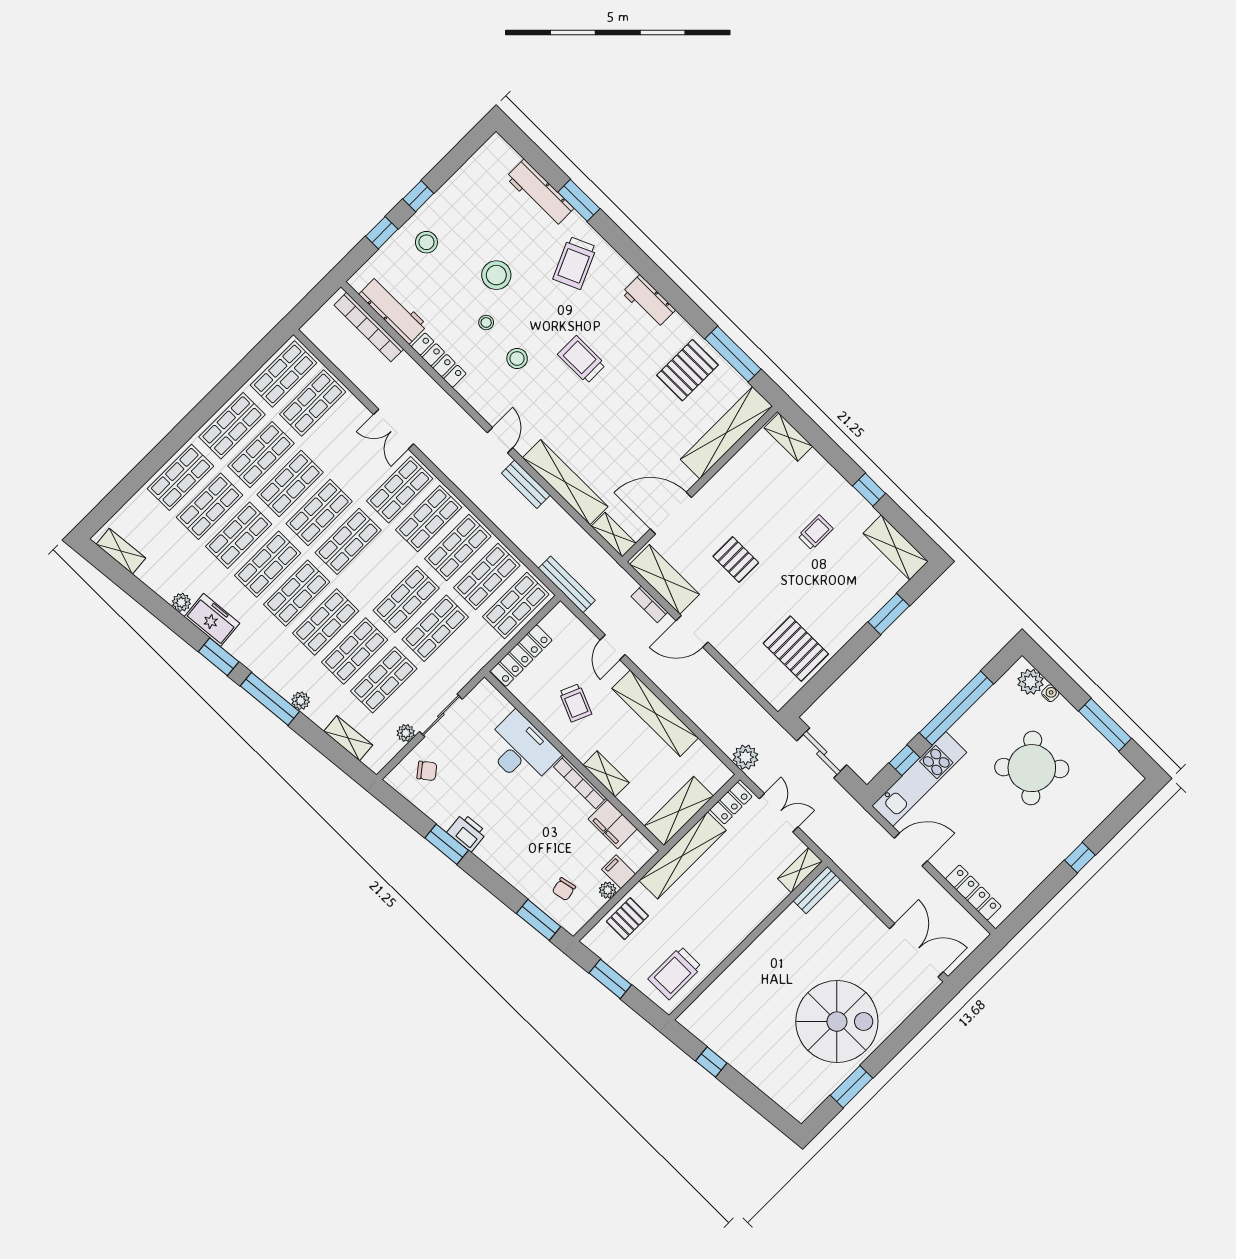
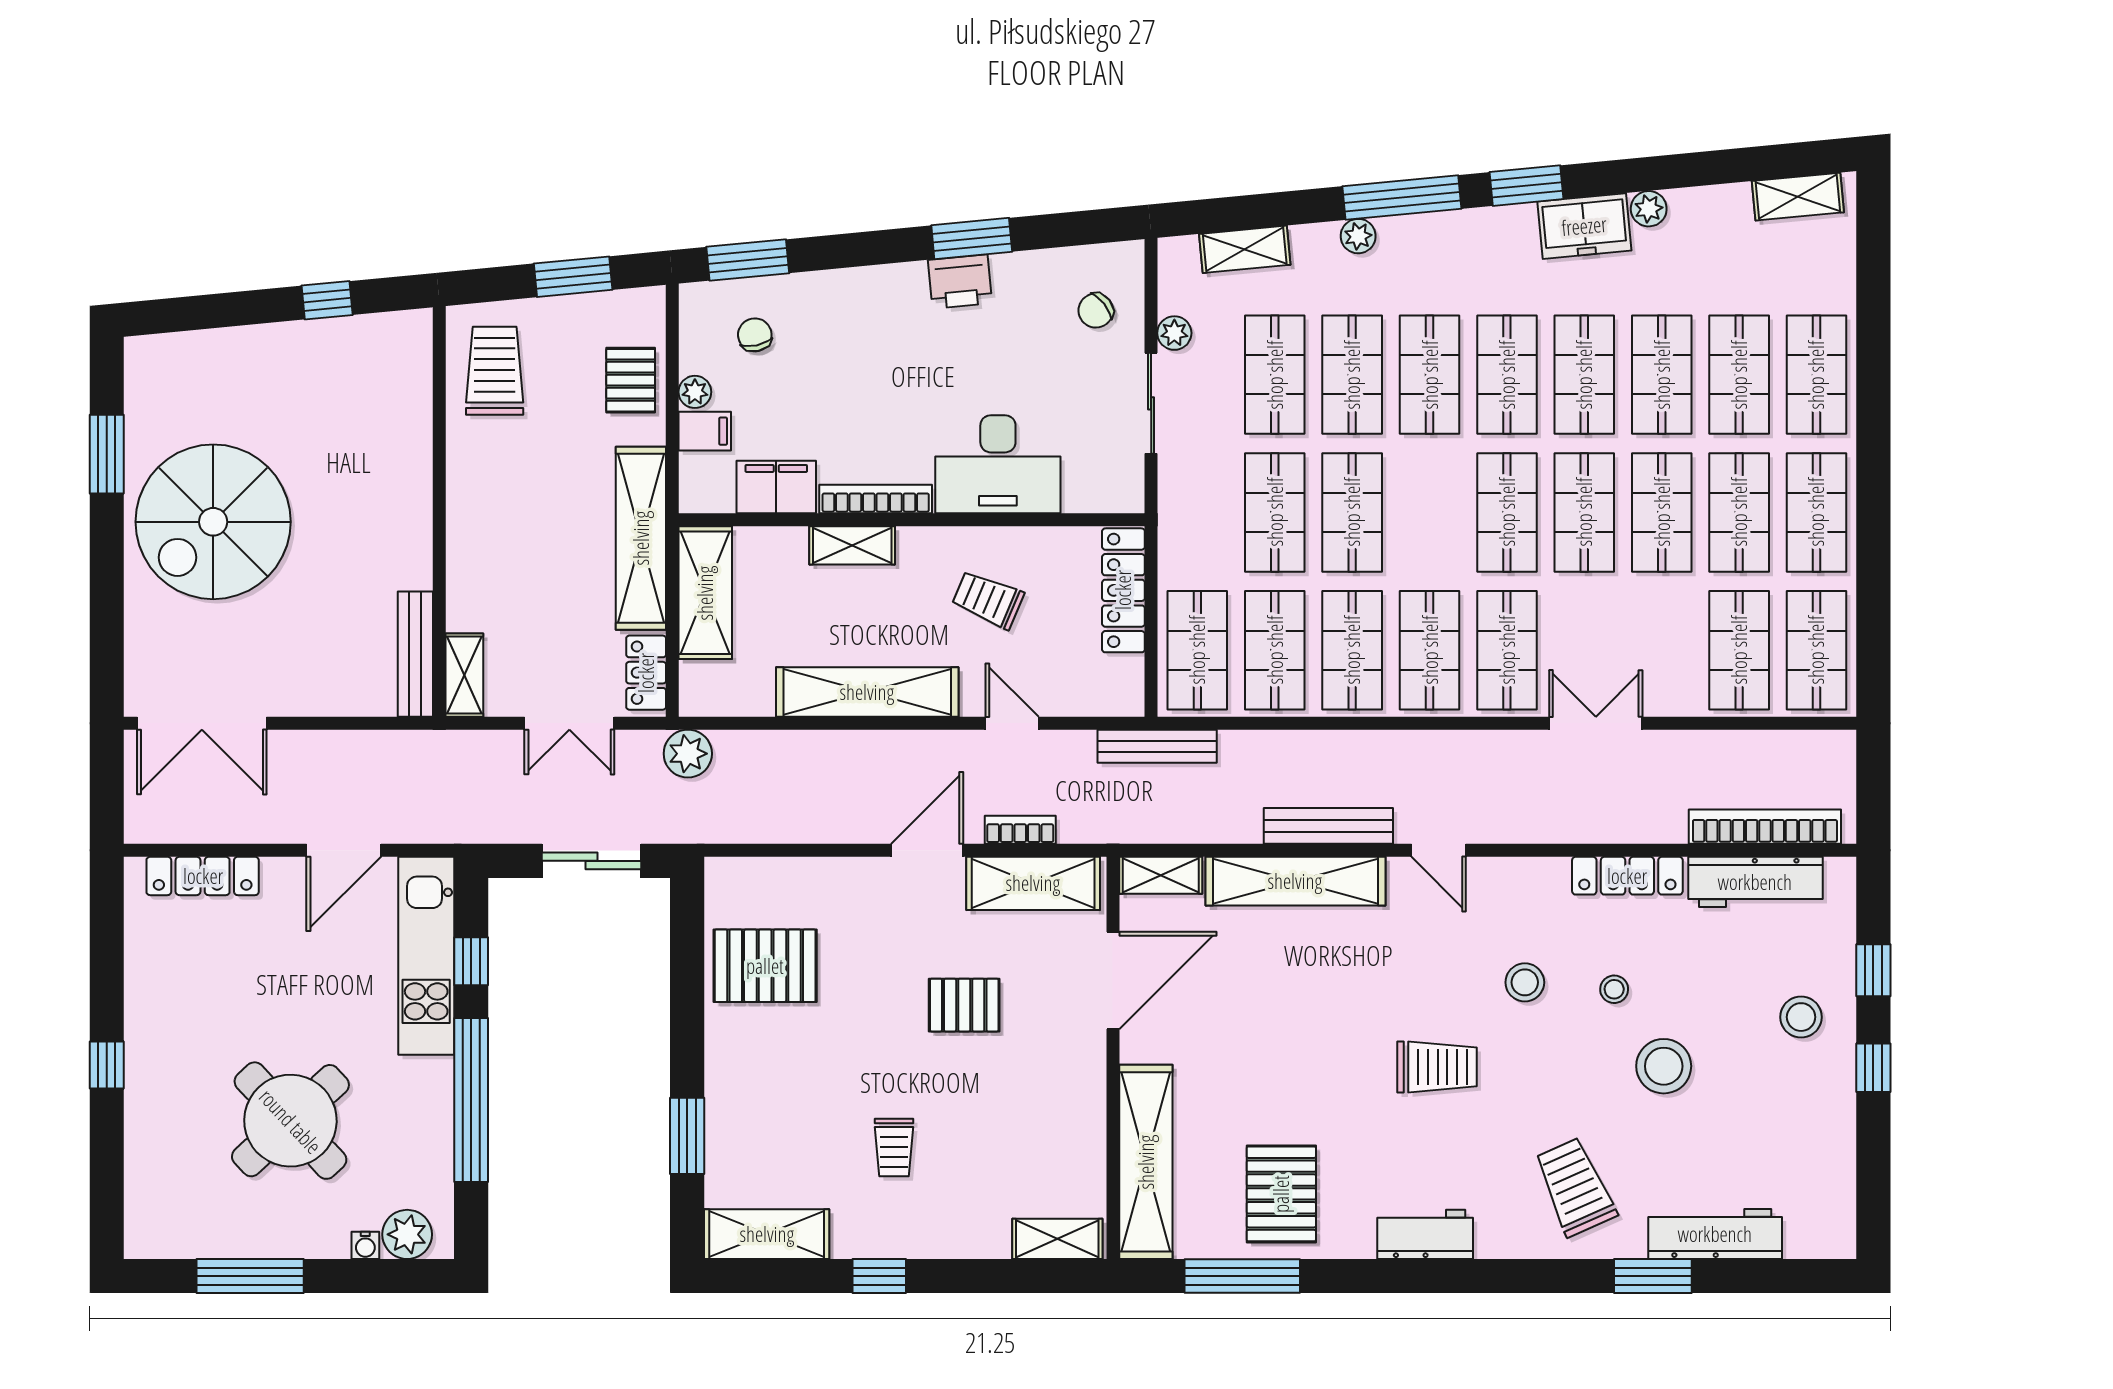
bench: (526, 484) -> (1328, 826), width x1.36
bench: (817, 890) -> (415, 654), width x1.36

